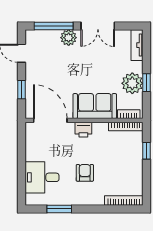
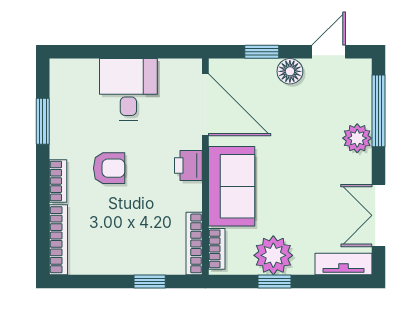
double door: (98, 26) -> (379, 215), moved
floor lamp: (32, 74) -> (290, 71), added
door: (50, 120) -> (205, 105), hinge flipped
desk: (42, 177) -> (128, 89), moved
bookcase: (92, 201) -> (58, 181), added

